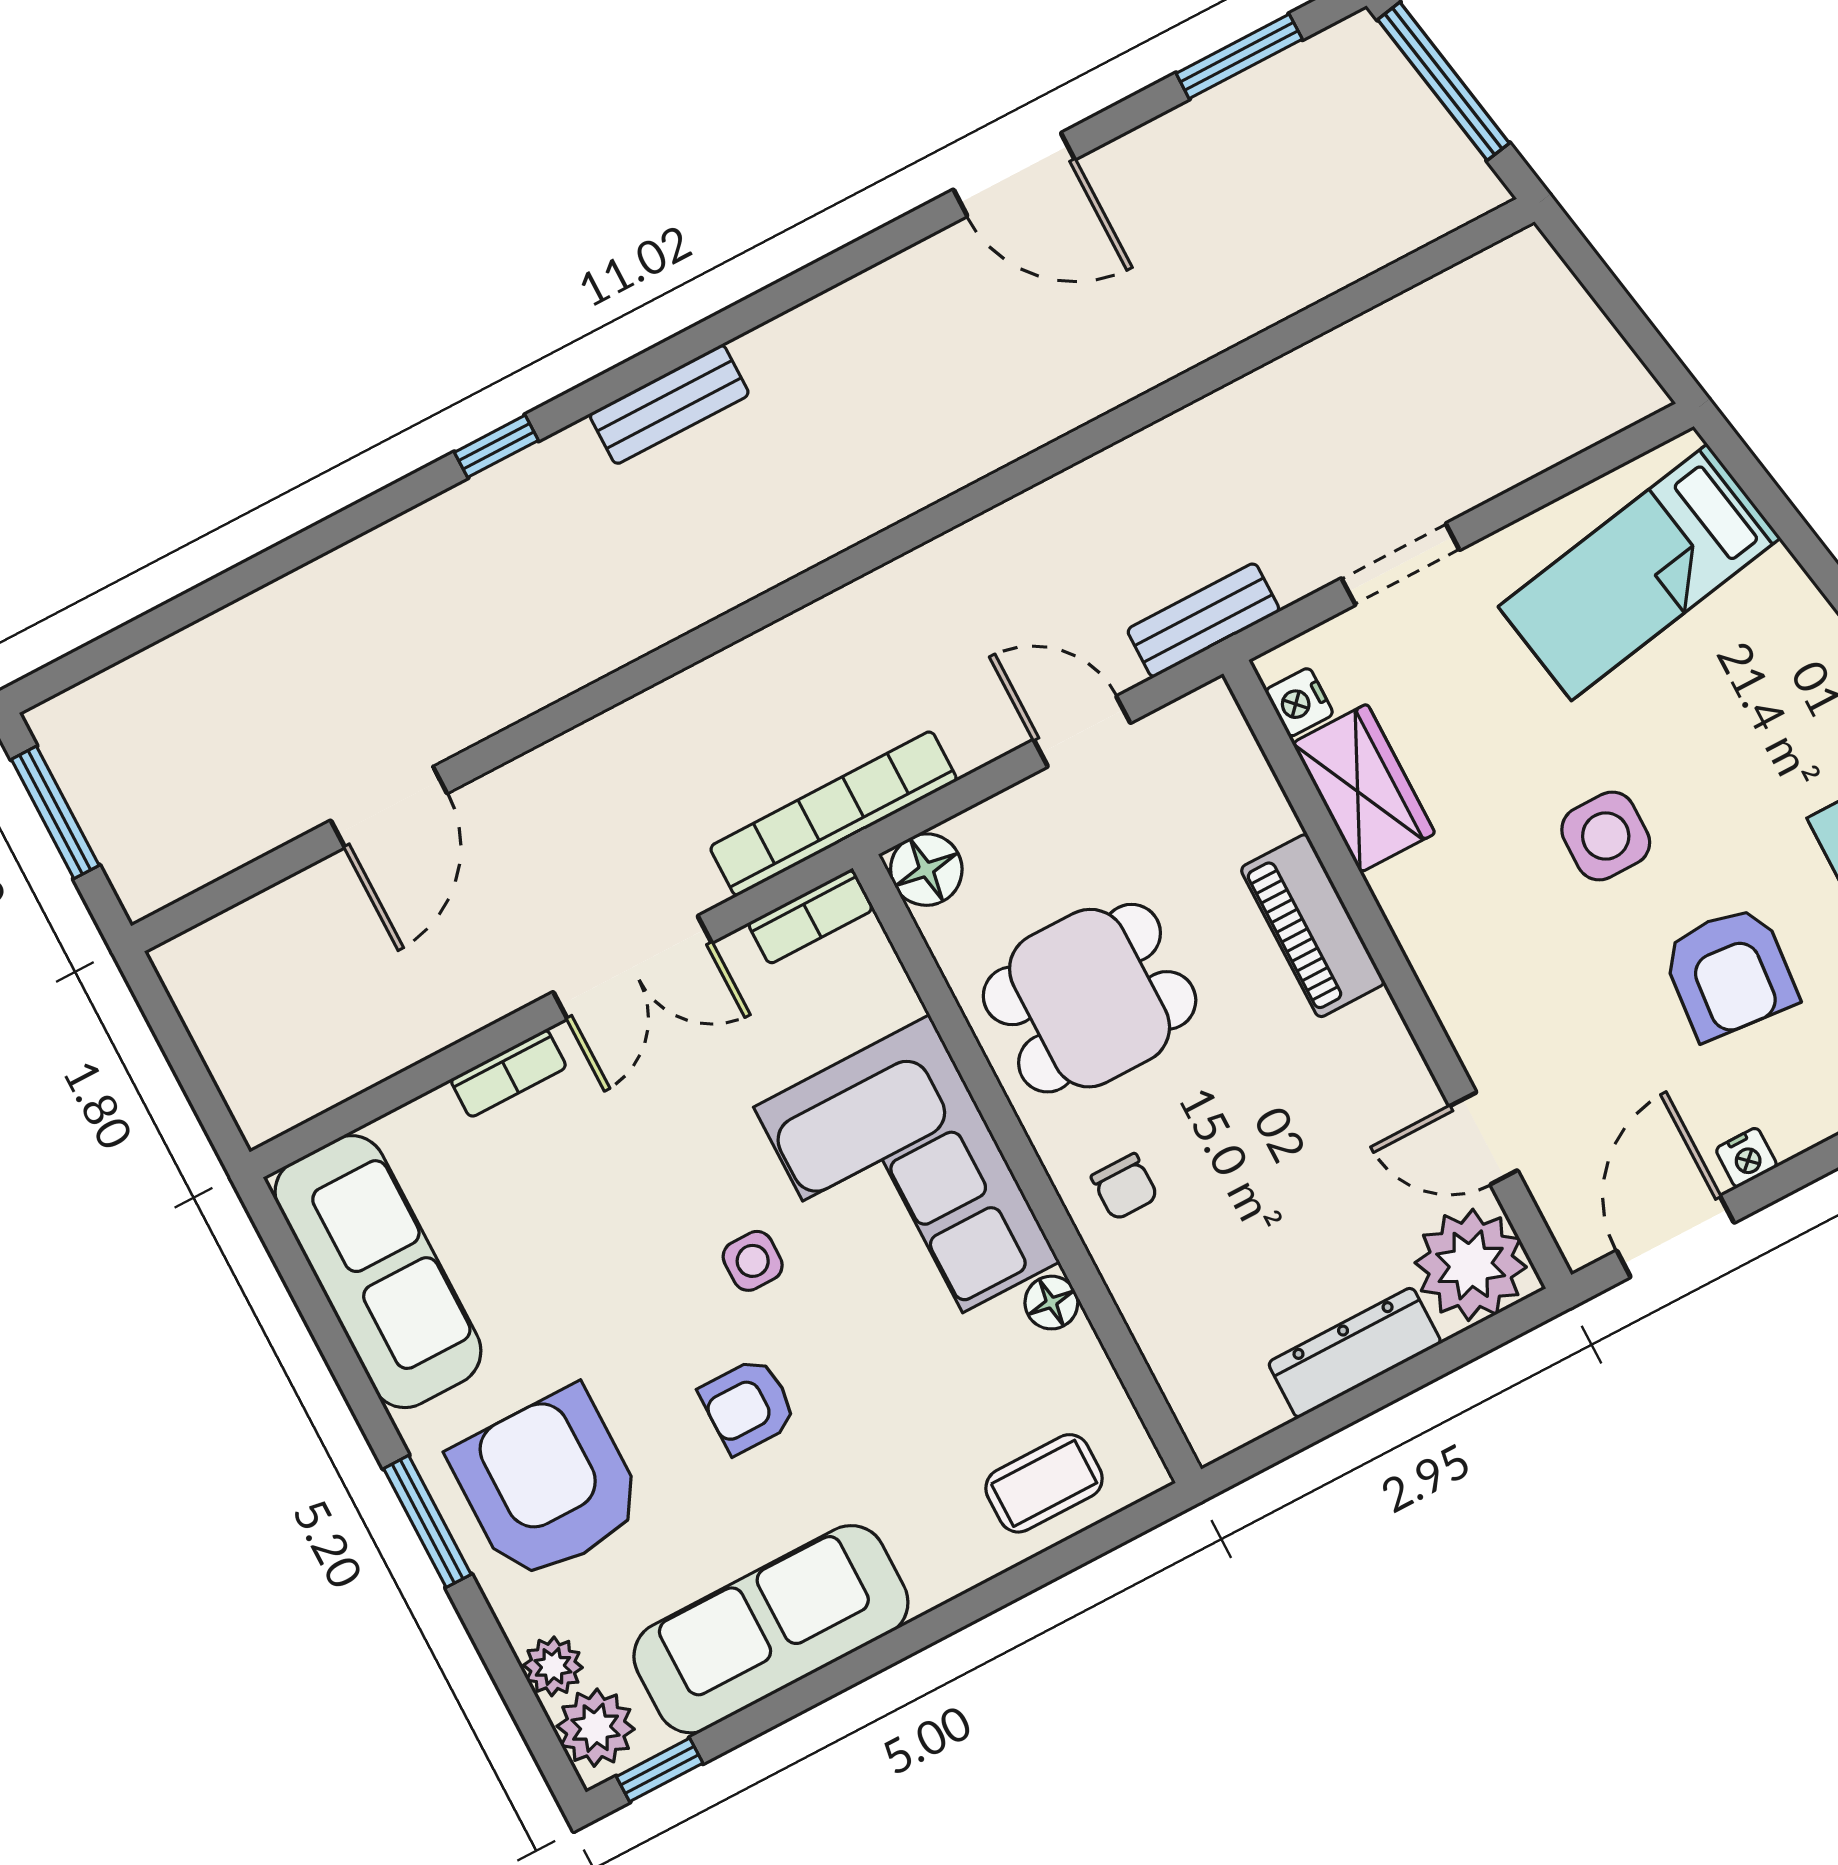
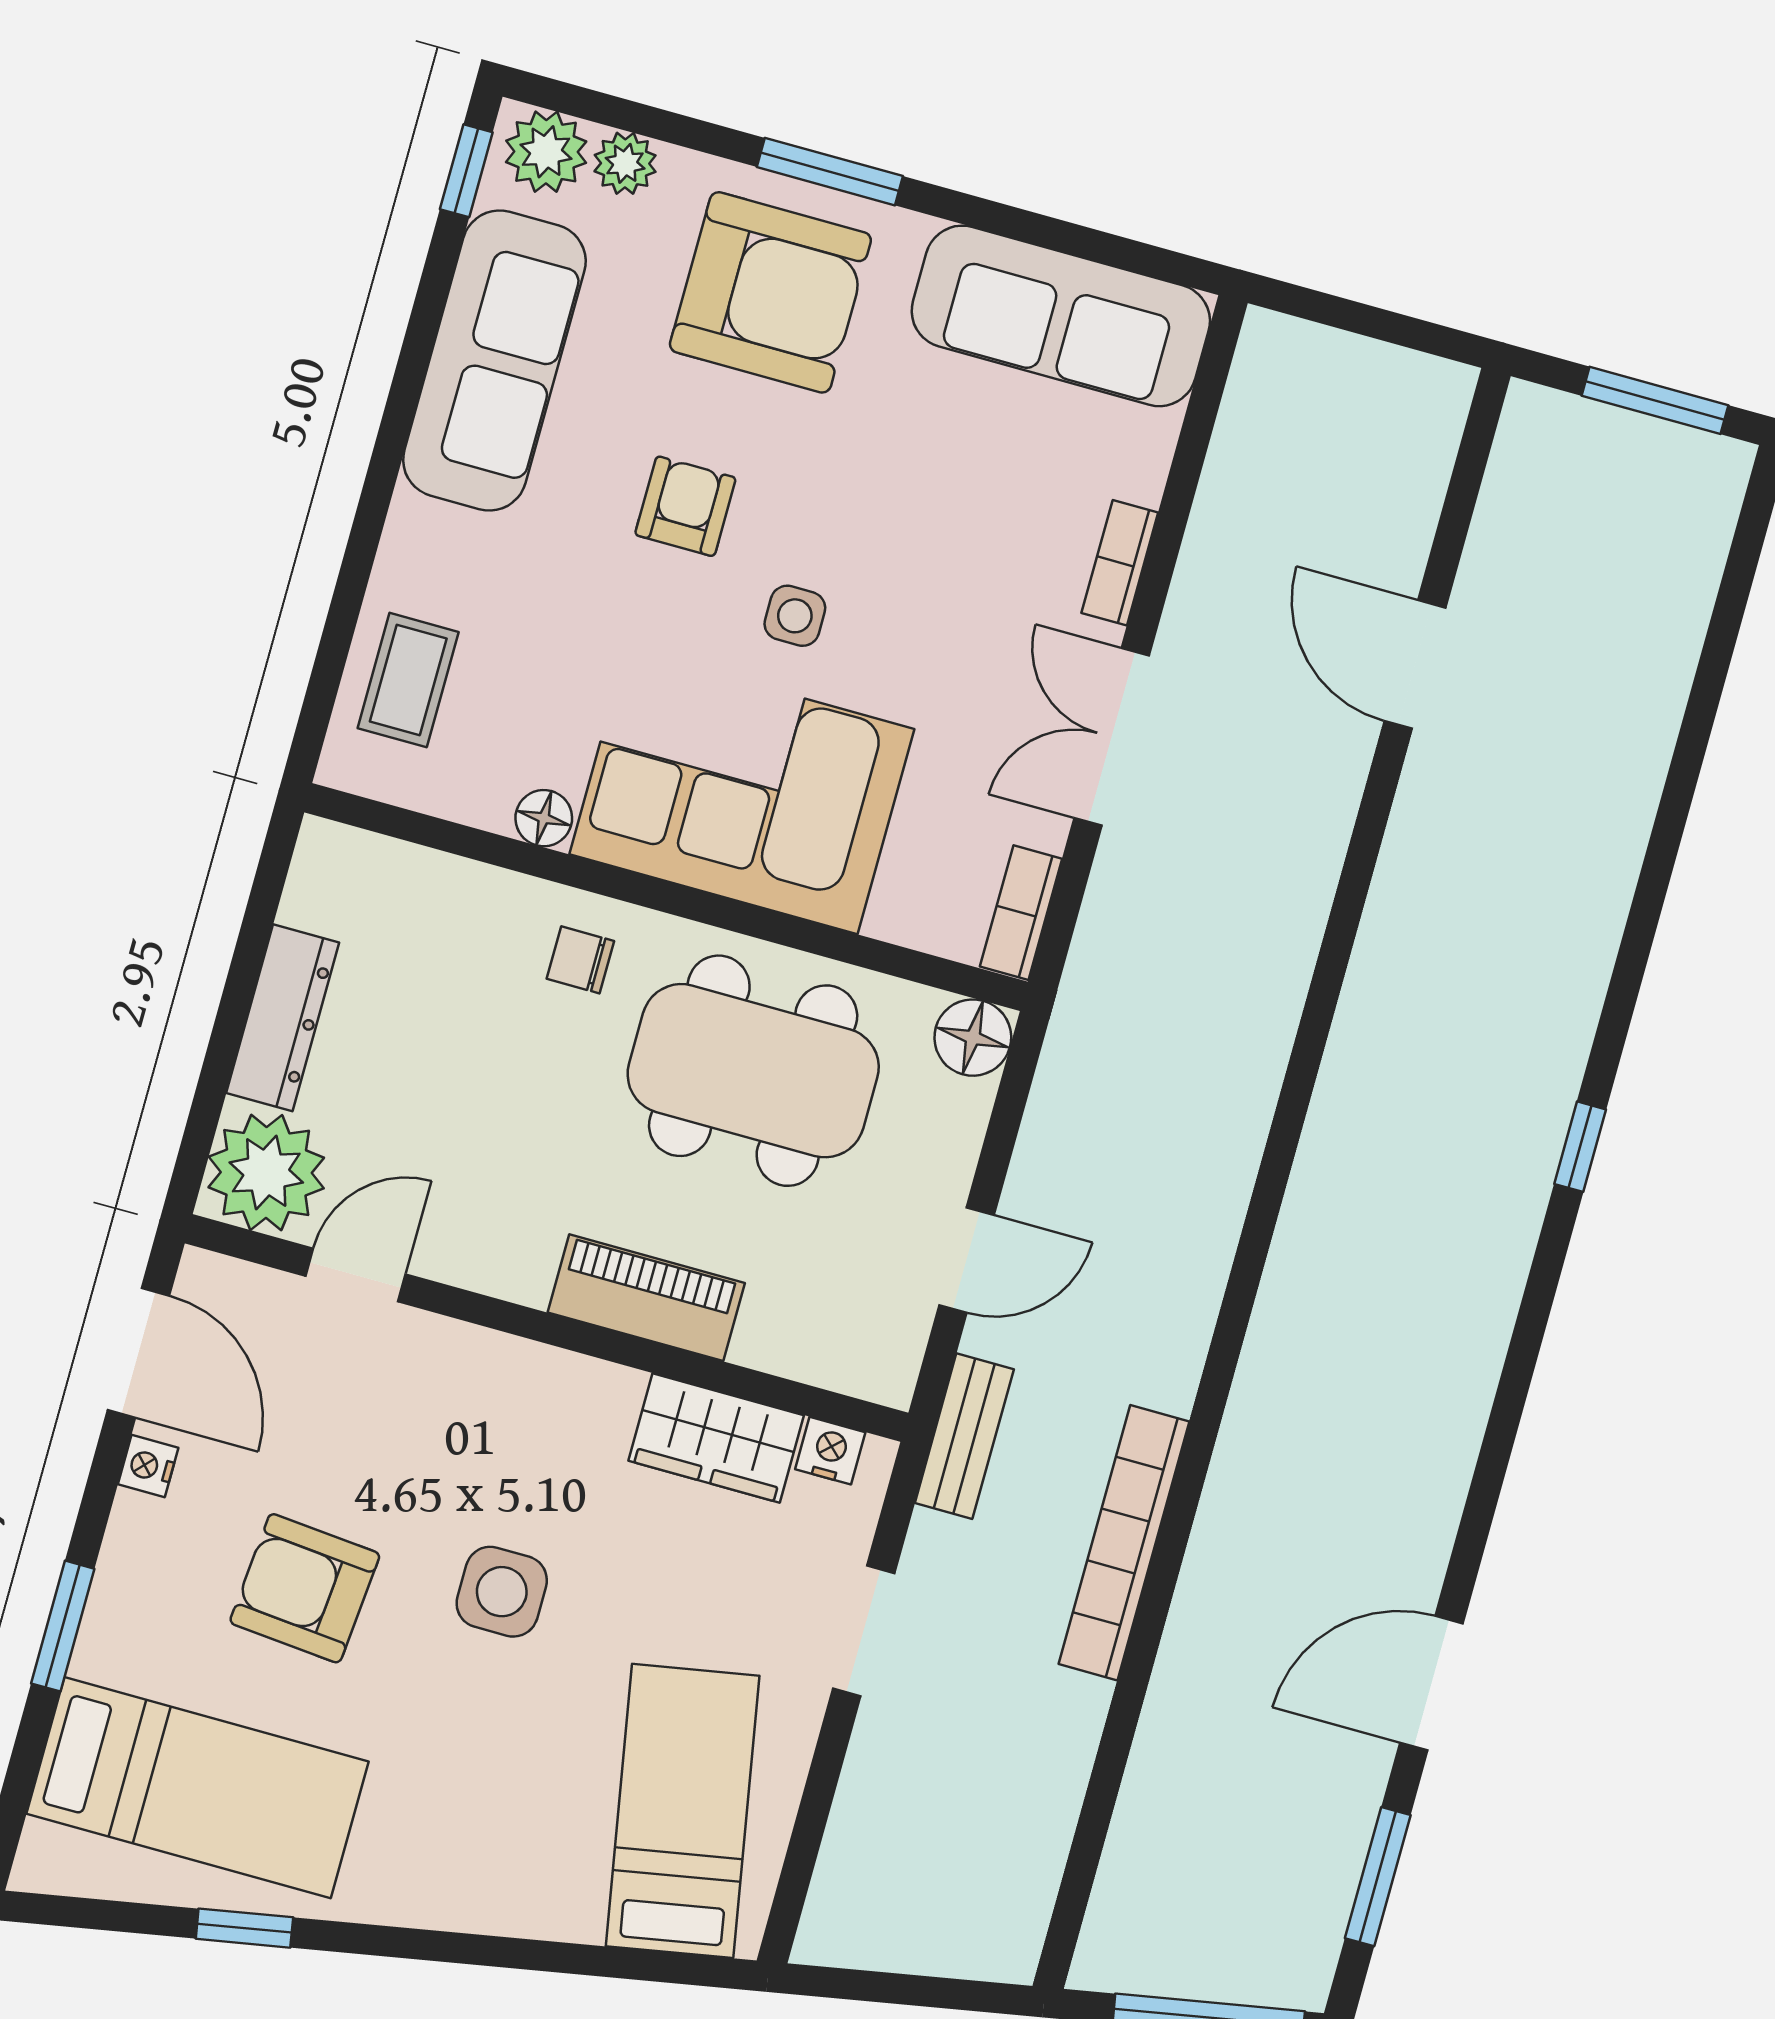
door: (1014, 174) -> (1431, 1683), moved
bench: (669, 404) -> (1524, 1178), removed
window: (496, 446) -> (1580, 1147), moved
bookcase: (833, 814) -> (1124, 1543), moved, turned 180
dining table: (1090, 998) -> (753, 1071), width x1.38

